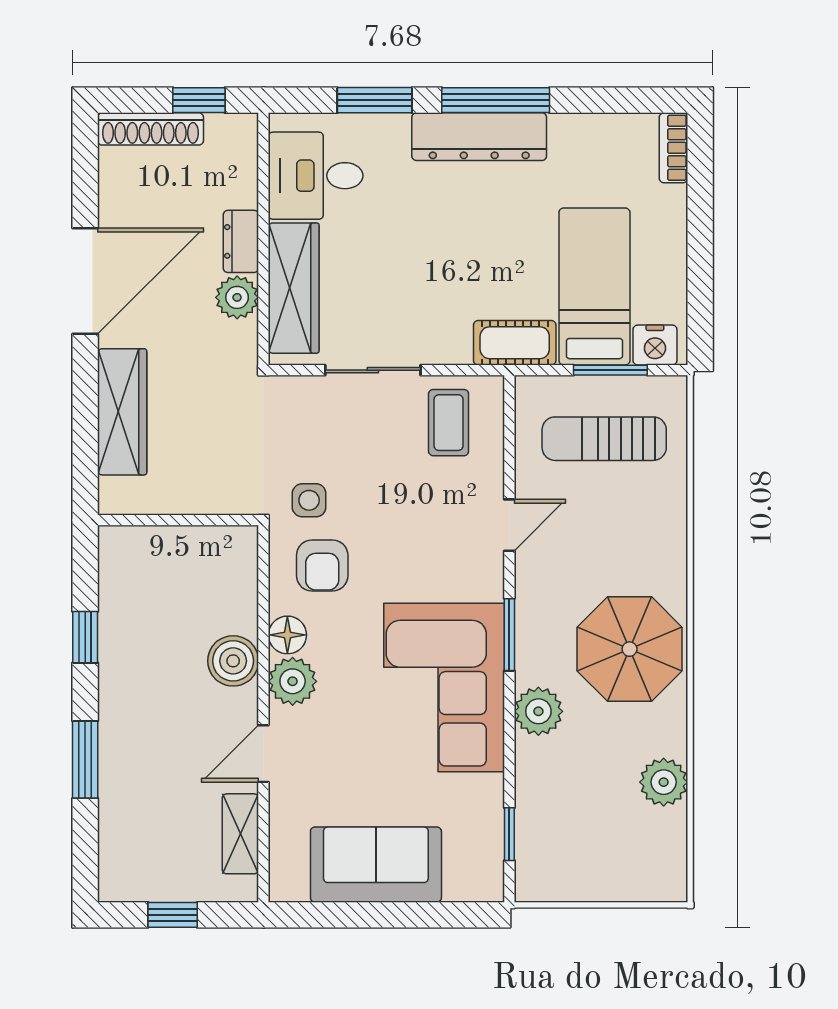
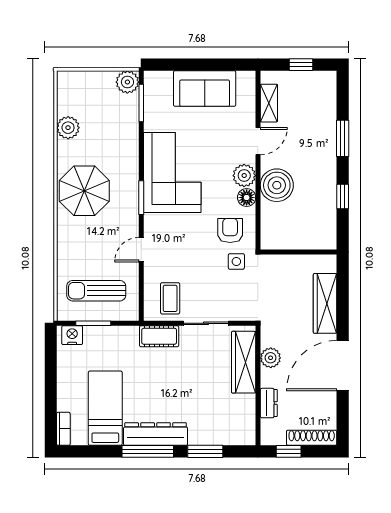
desk: (316, 176) -> (233, 416), removed
dresser: (241, 241) -> (269, 403), moved
bed: (594, 286) -> (105, 408), moved, turned 180
cot: (515, 343) -> (159, 336), moved
sun lounger: (604, 439) -> (96, 291), turned 180
boiler: (233, 661) -> (277, 185), width x1.37, depth x1.37
plant: (538, 711) -> (127, 82), moved
window: (509, 834) -> (141, 103), width x1.50

